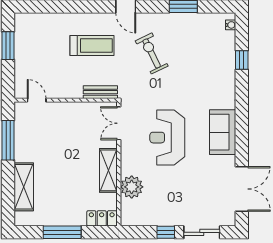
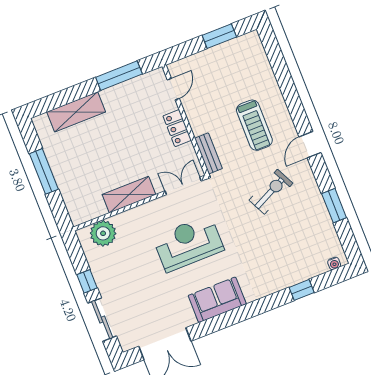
plant: (132, 187) -> (103, 233), moved
locker: (102, 218) -> (177, 128), moved, turned 180

